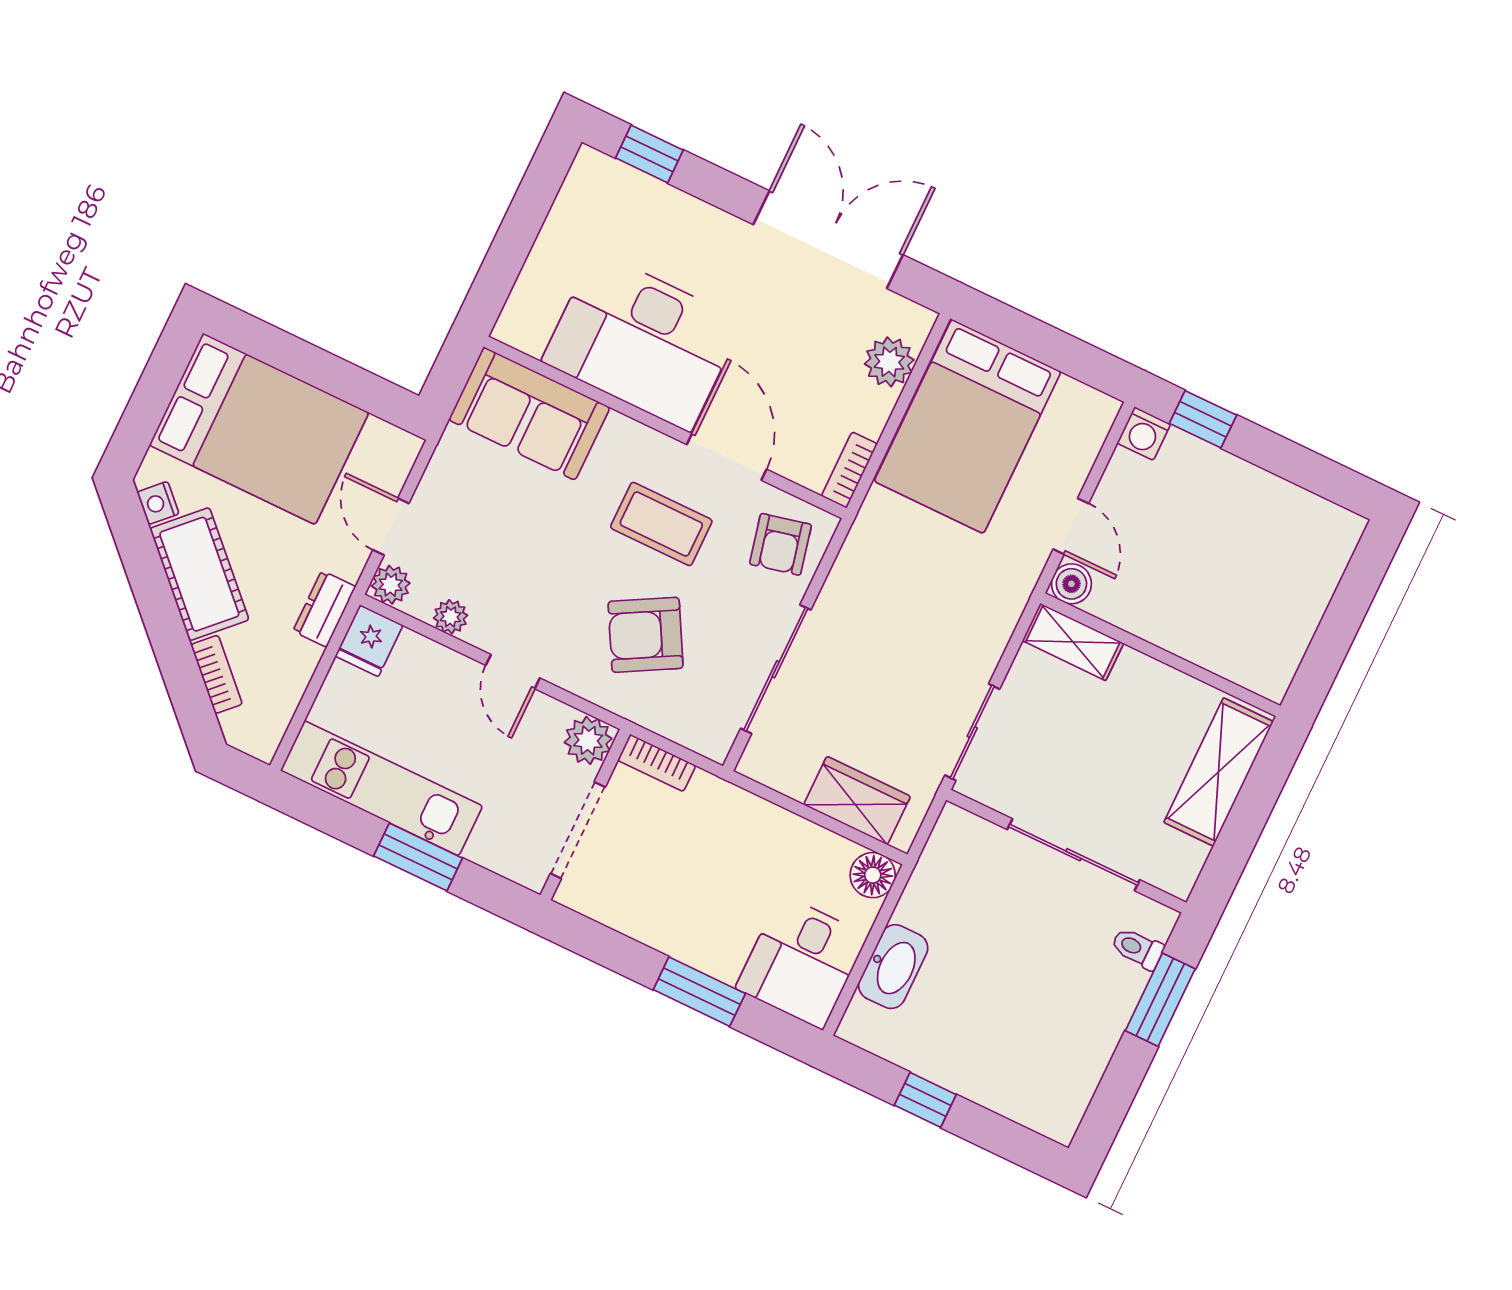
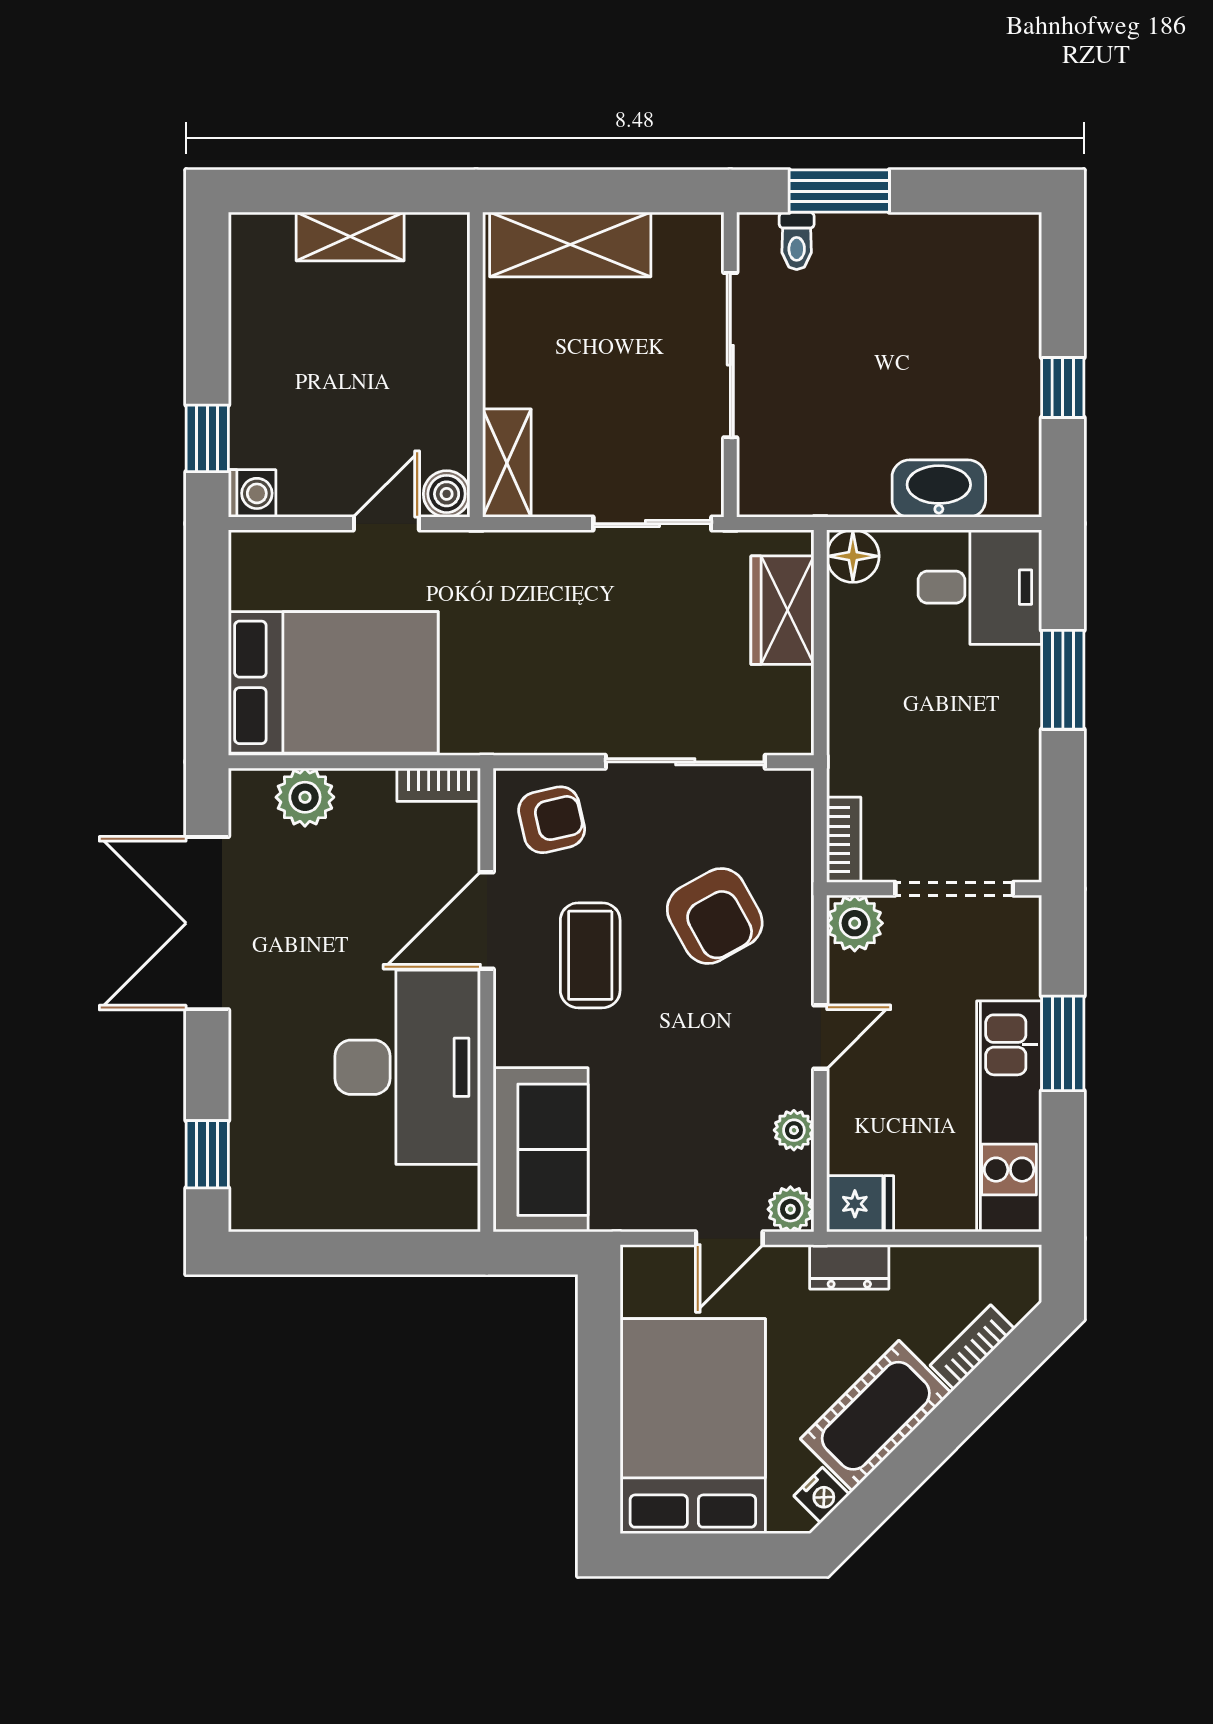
shelving: (1306, 605) -> (350, 237), added

